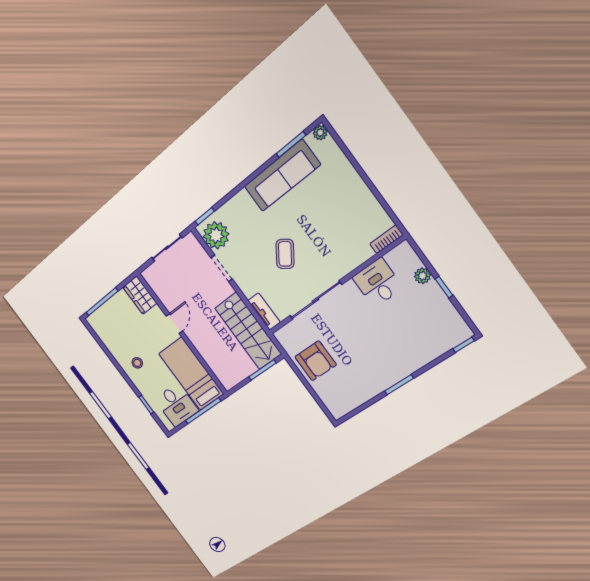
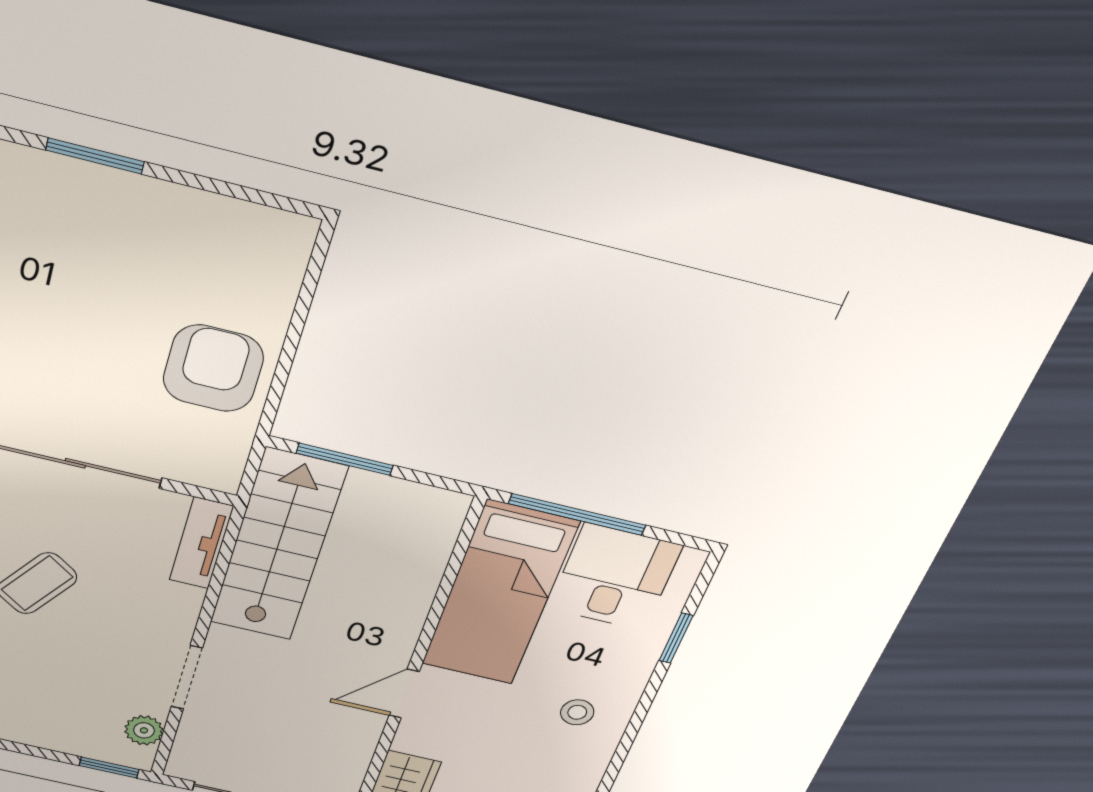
plant: (216, 235) -> (144, 730), width x0.53, depth x0.53

